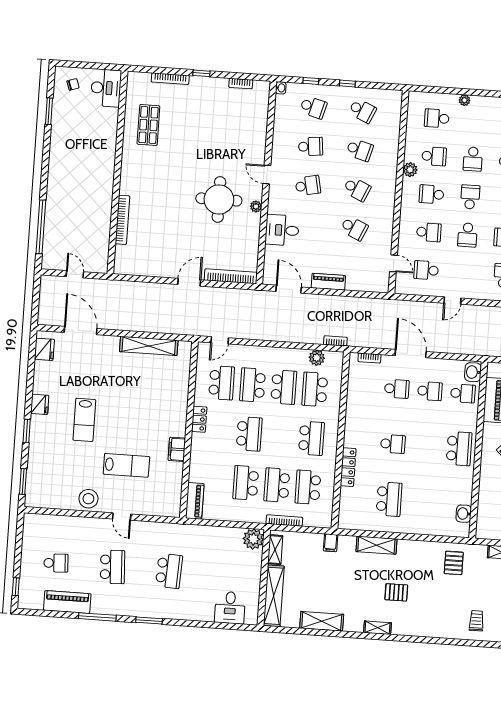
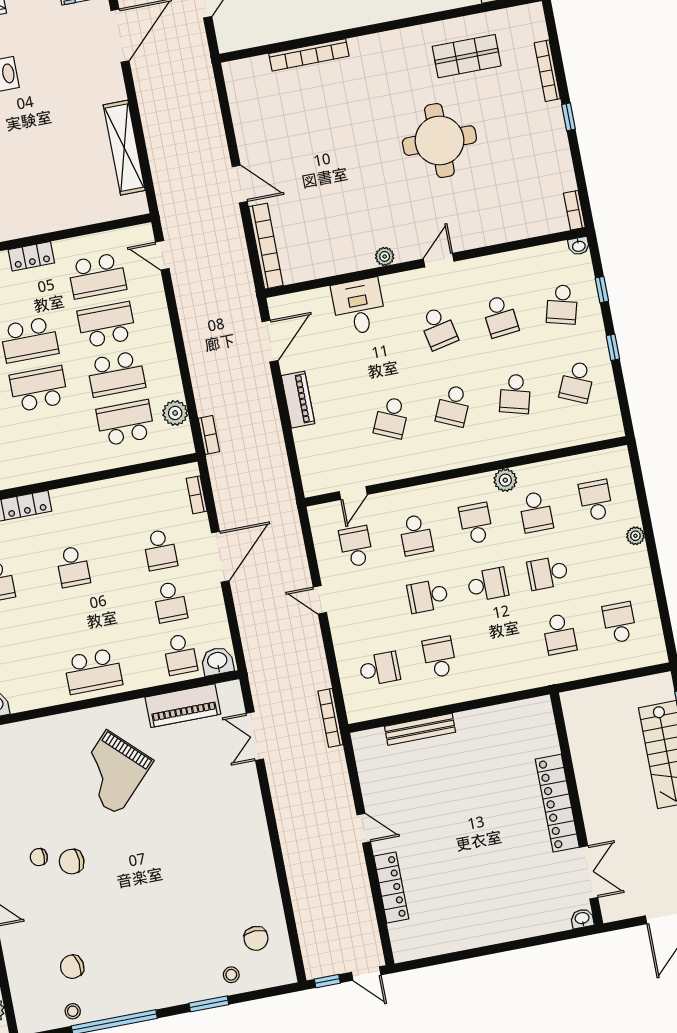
bookcase: (241, 84) -> (574, 210), moved
round table: (219, 199) -> (439, 141), moved
school desk: (311, 438) -> (39, 389), moved, turned 180

